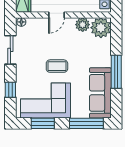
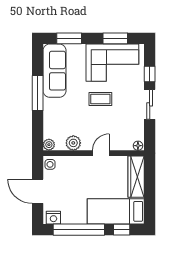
plant: (101, 28) -> (49, 145), width x0.53, depth x0.53
sliding door: (10, 50) -> (150, 104), moved
window: (86, 123) -> (69, 38), width x0.69

